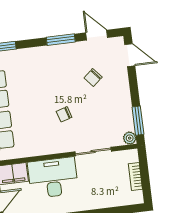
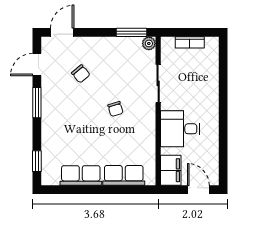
desk: (53, 178) -> (180, 129), width x0.73

